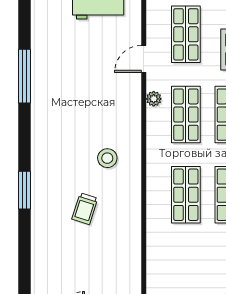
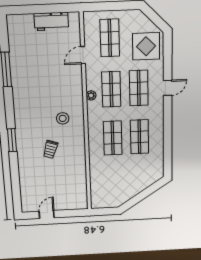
plant: (154, 99) -> (91, 95), moved

